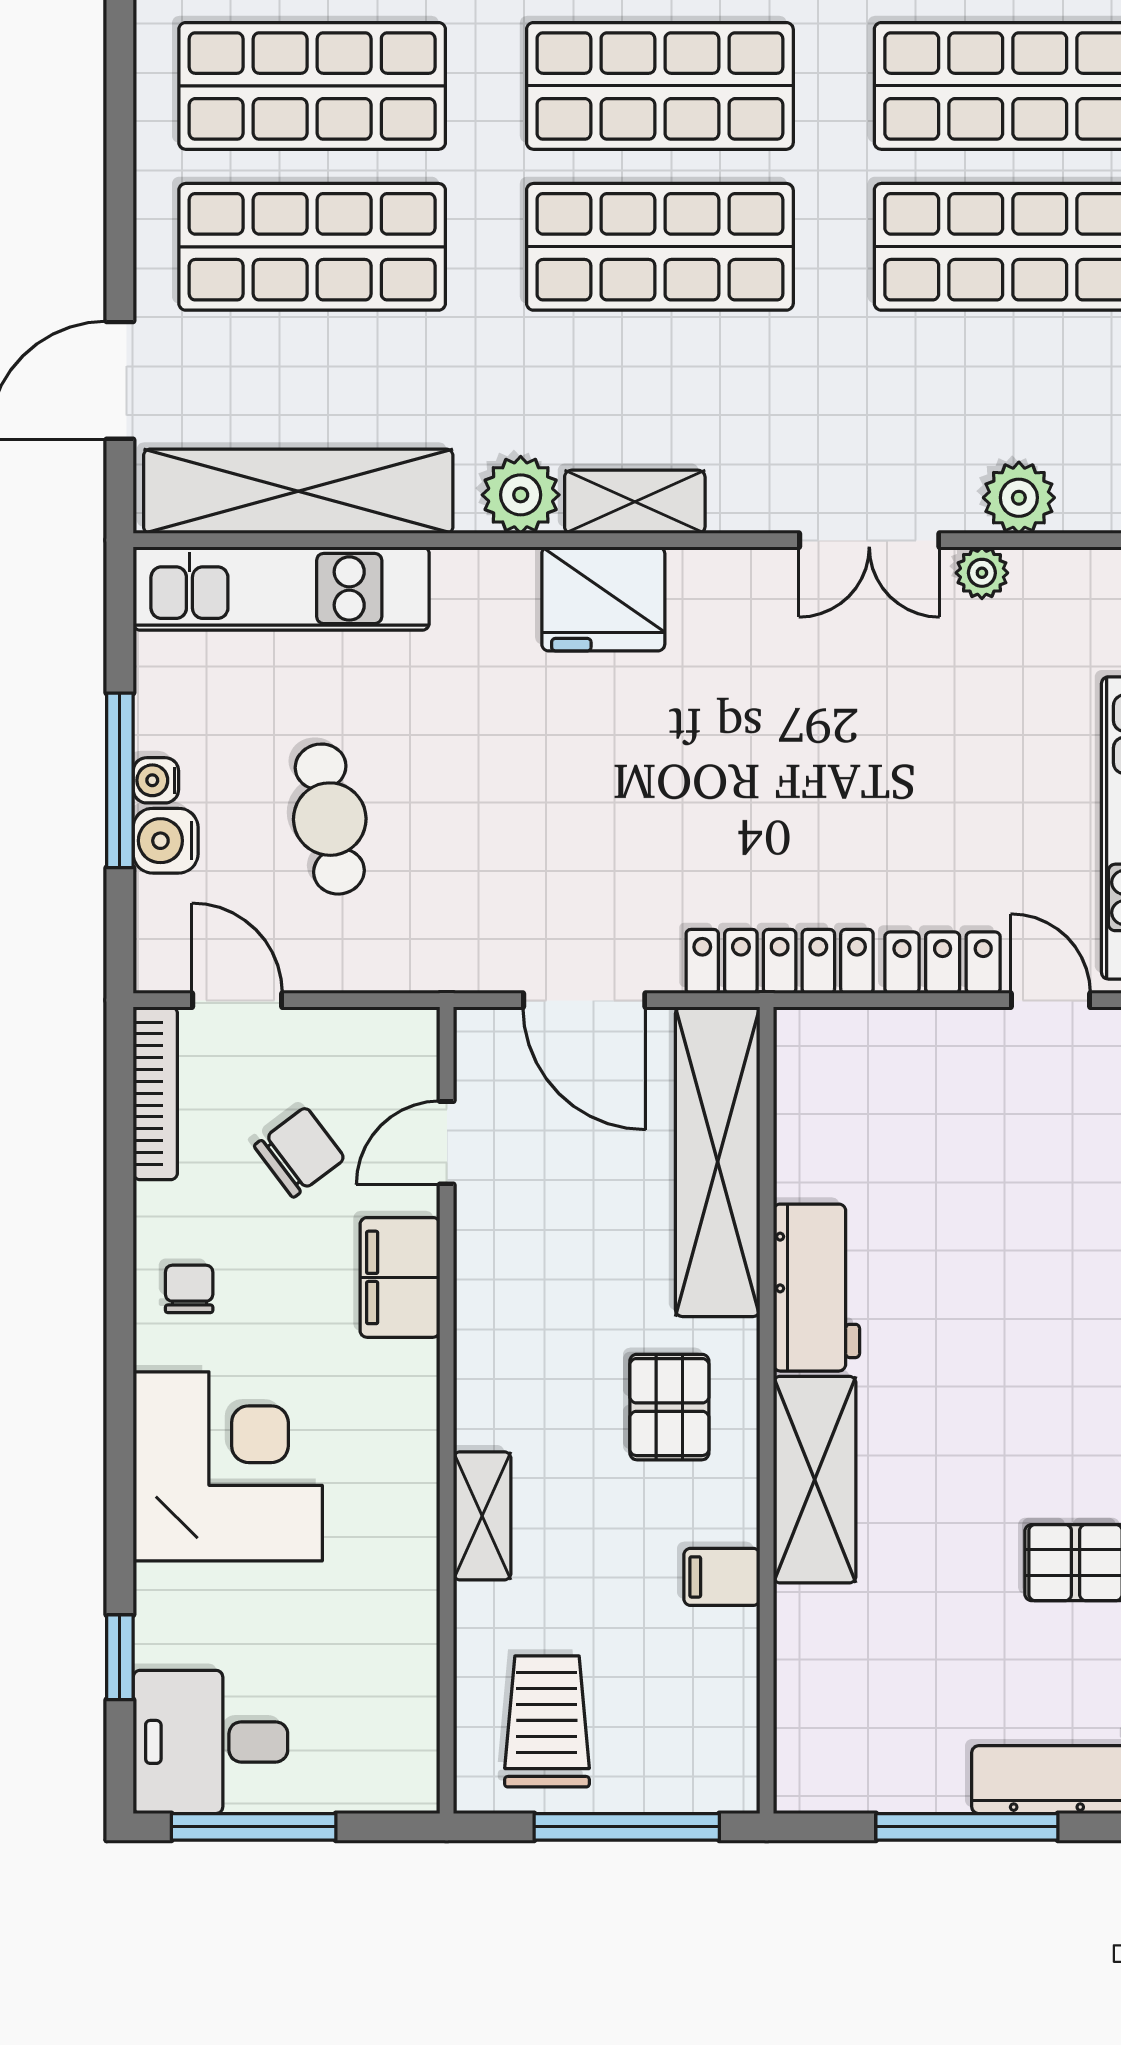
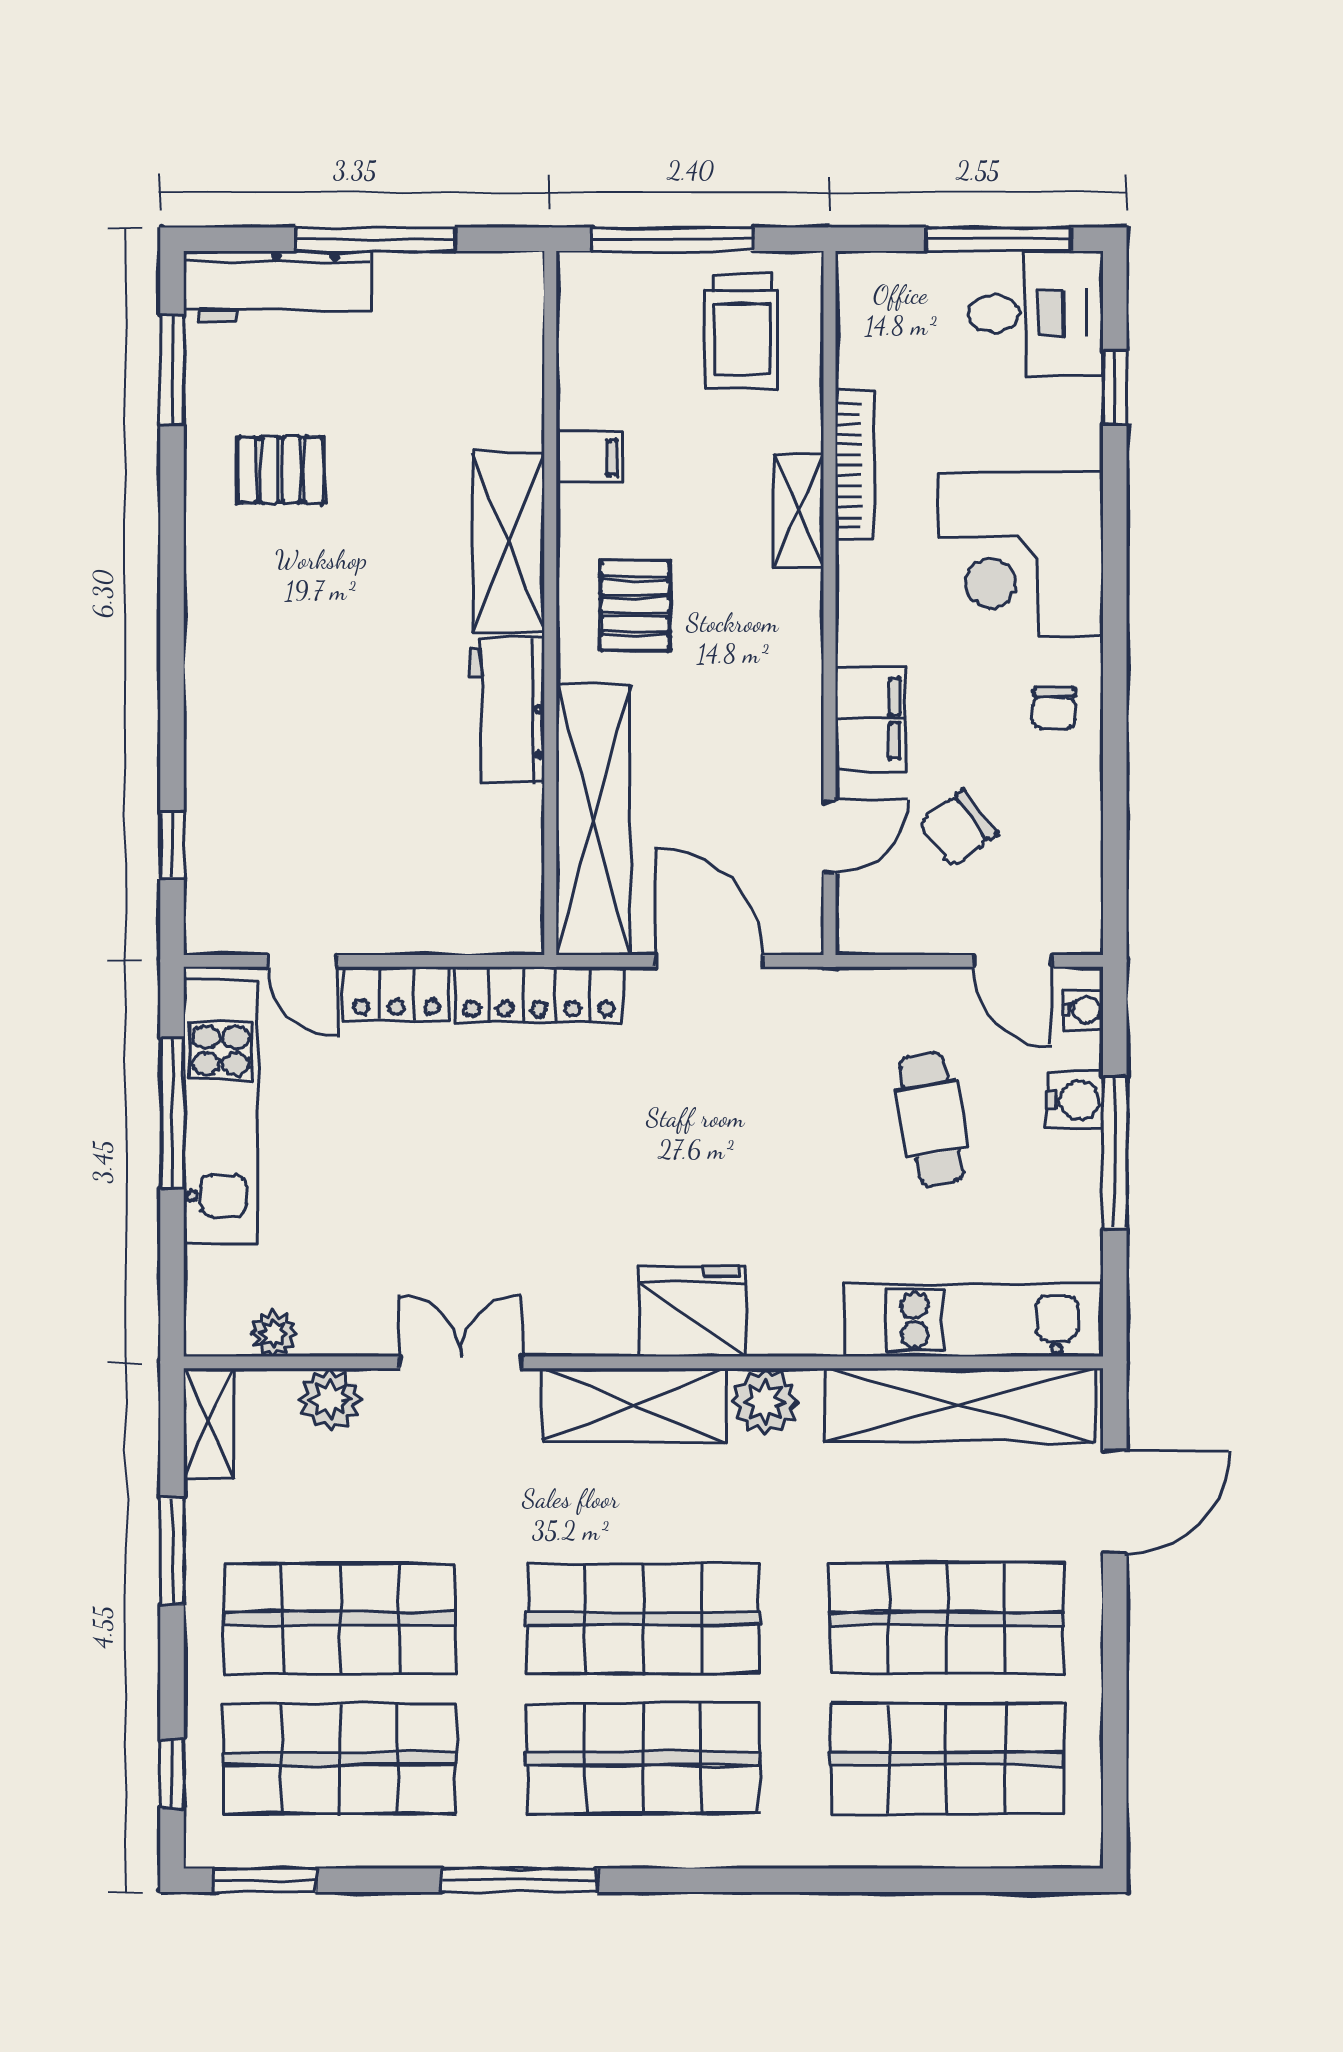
shelving: (635, 502) -> (635, 1405), width x1.50, depth x1.33
plant: (982, 573) -> (273, 1334), moved
water cooler: (156, 780) -> (1083, 1010), moved
bookcase: (155, 1093) -> (855, 465), moved, turned 180

